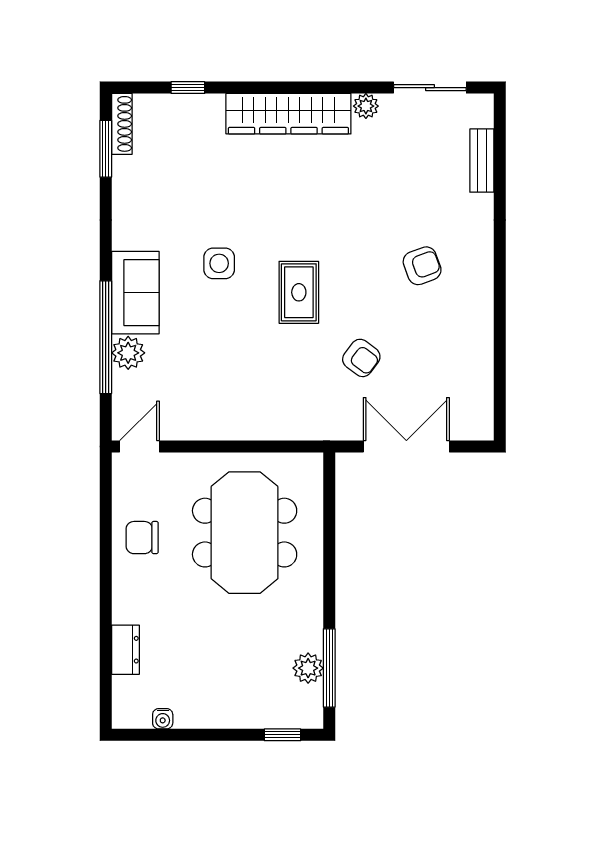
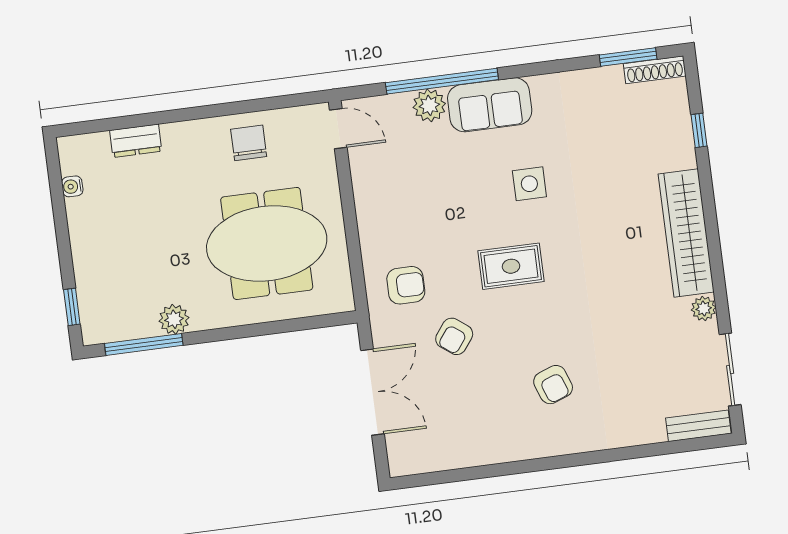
bench: (482, 161) -> (698, 426), moved
armchair: (304, 399) -> (406, 285), added
plant: (308, 668) -> (174, 319), moved

